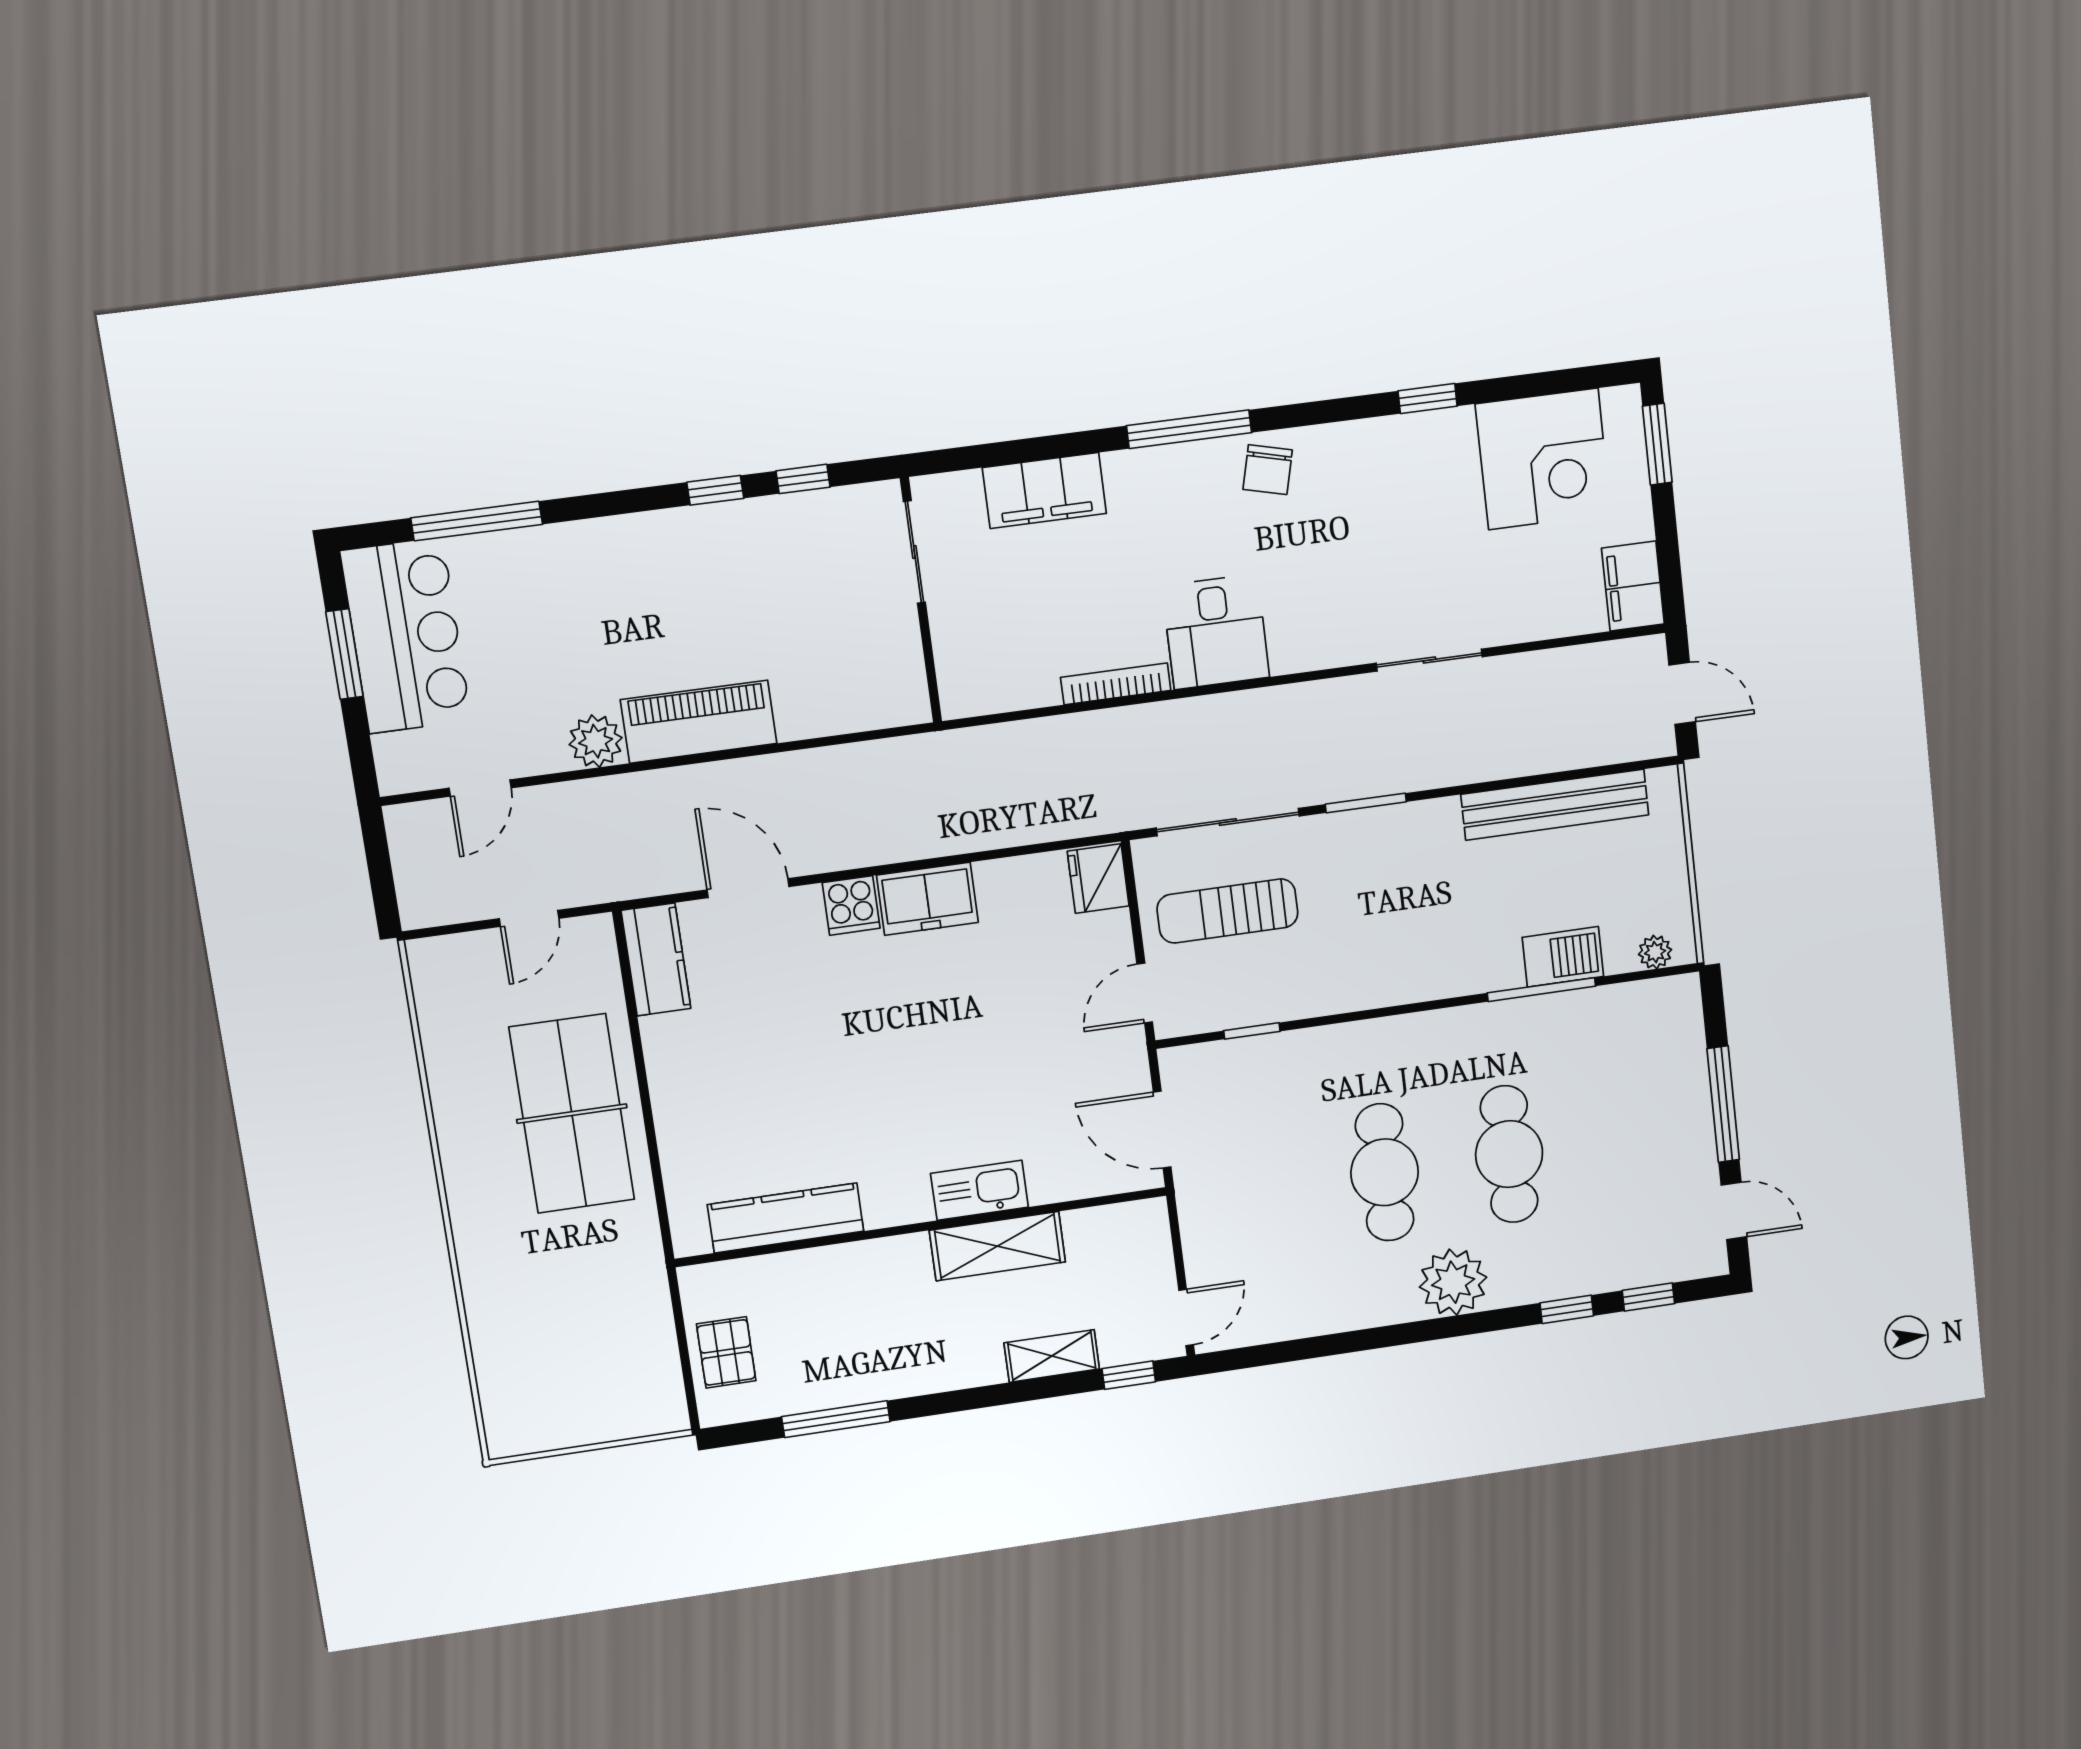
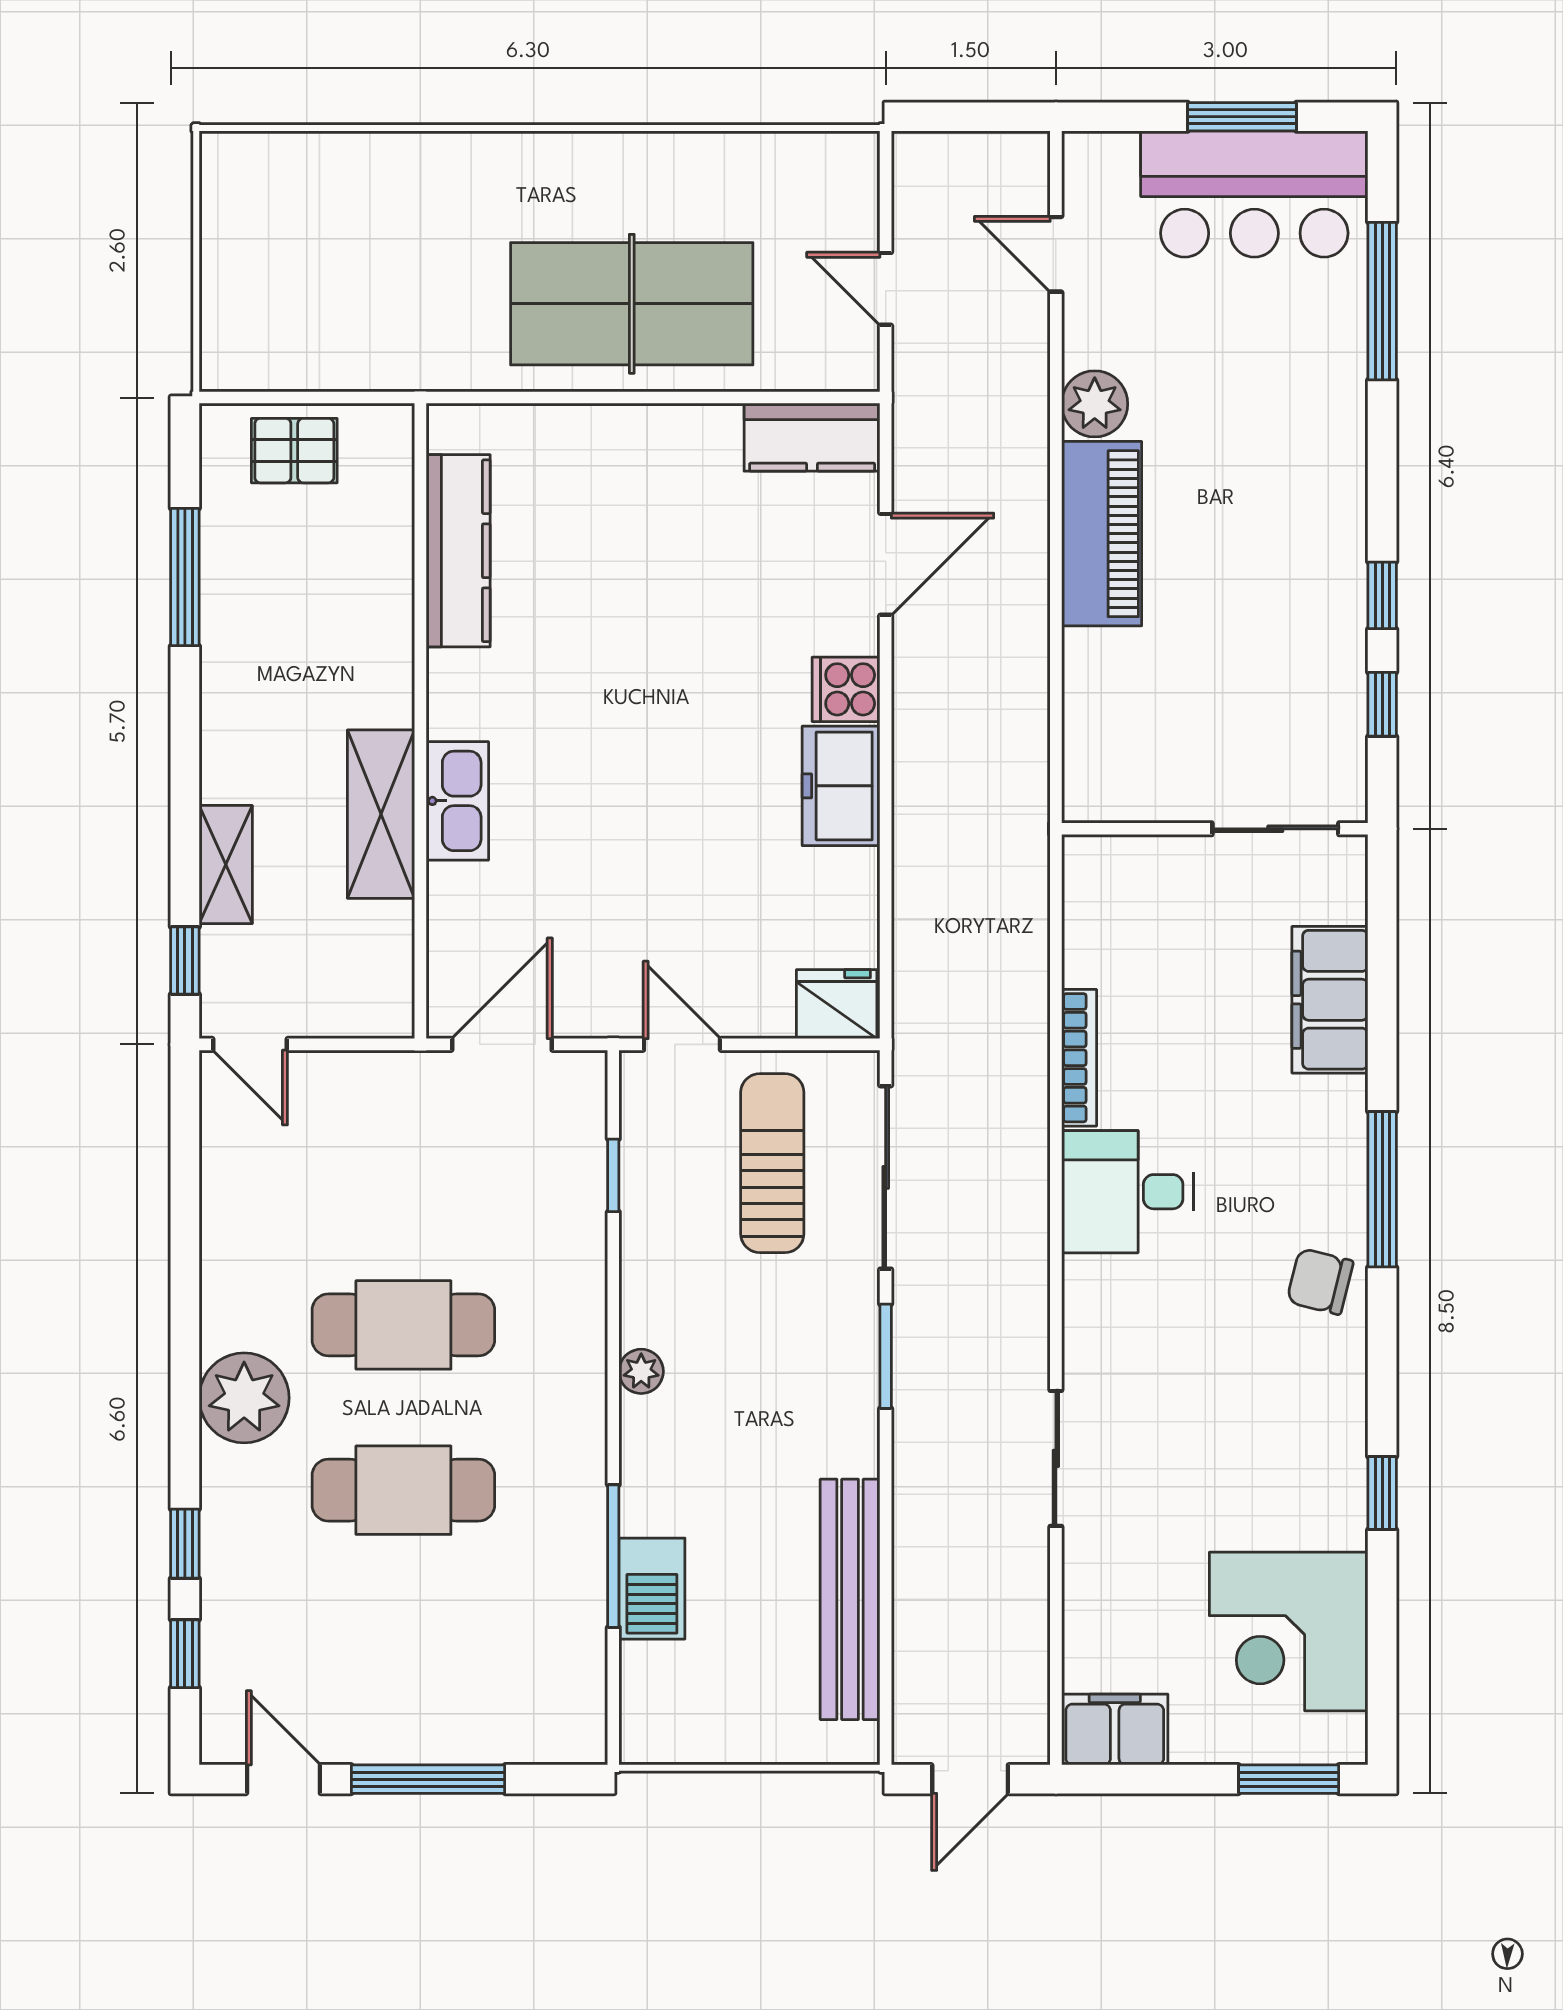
plant: (1655, 952) -> (641, 1371), moved
door: (1734, 1211) -> (283, 1779), swing flipped

